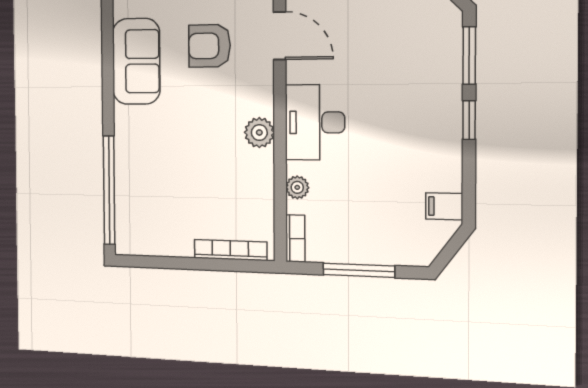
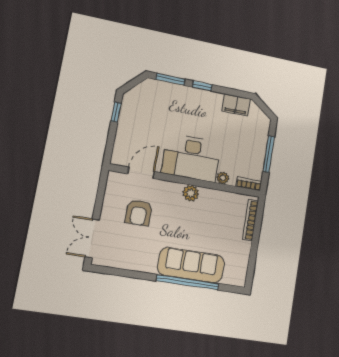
sofa: (136, 61) -> (191, 265), moved, width x1.36
desk: (315, 122) -> (191, 158), width x1.36, depth x1.30
window: (109, 190) -> (188, 282), moved
filing cabinet: (444, 206) -> (236, 105), width x2.00

